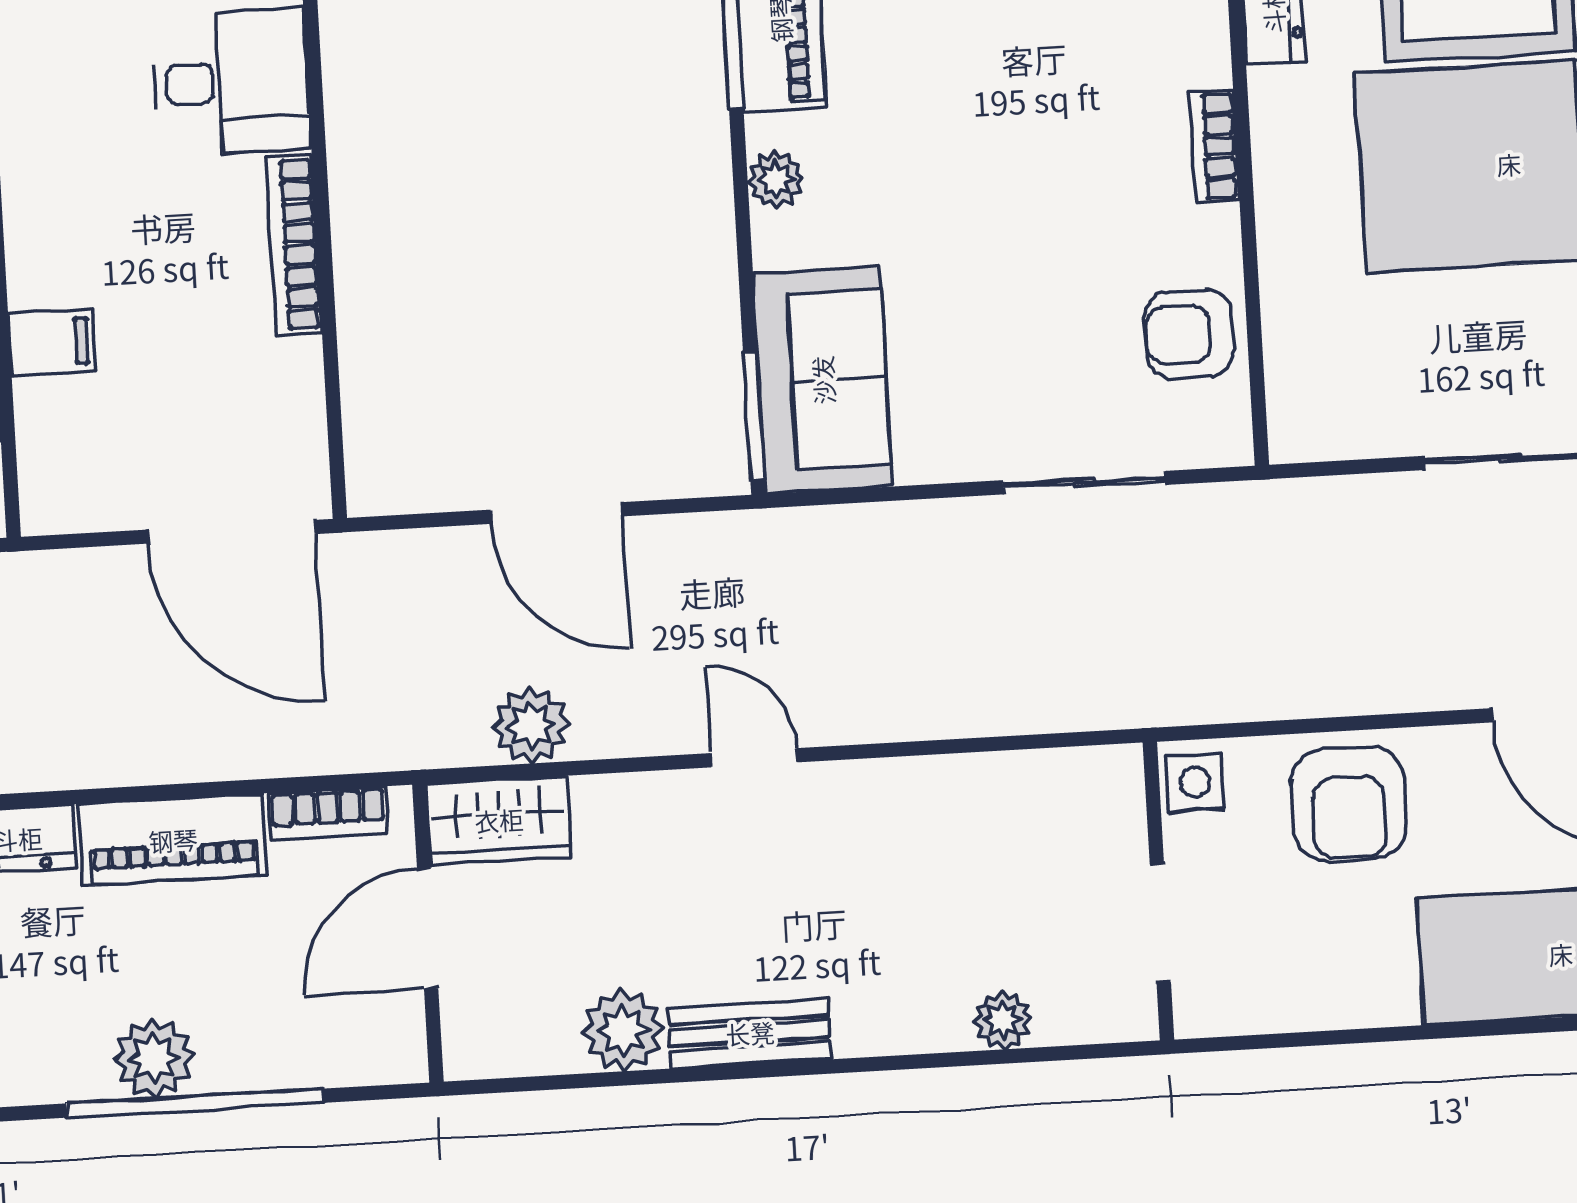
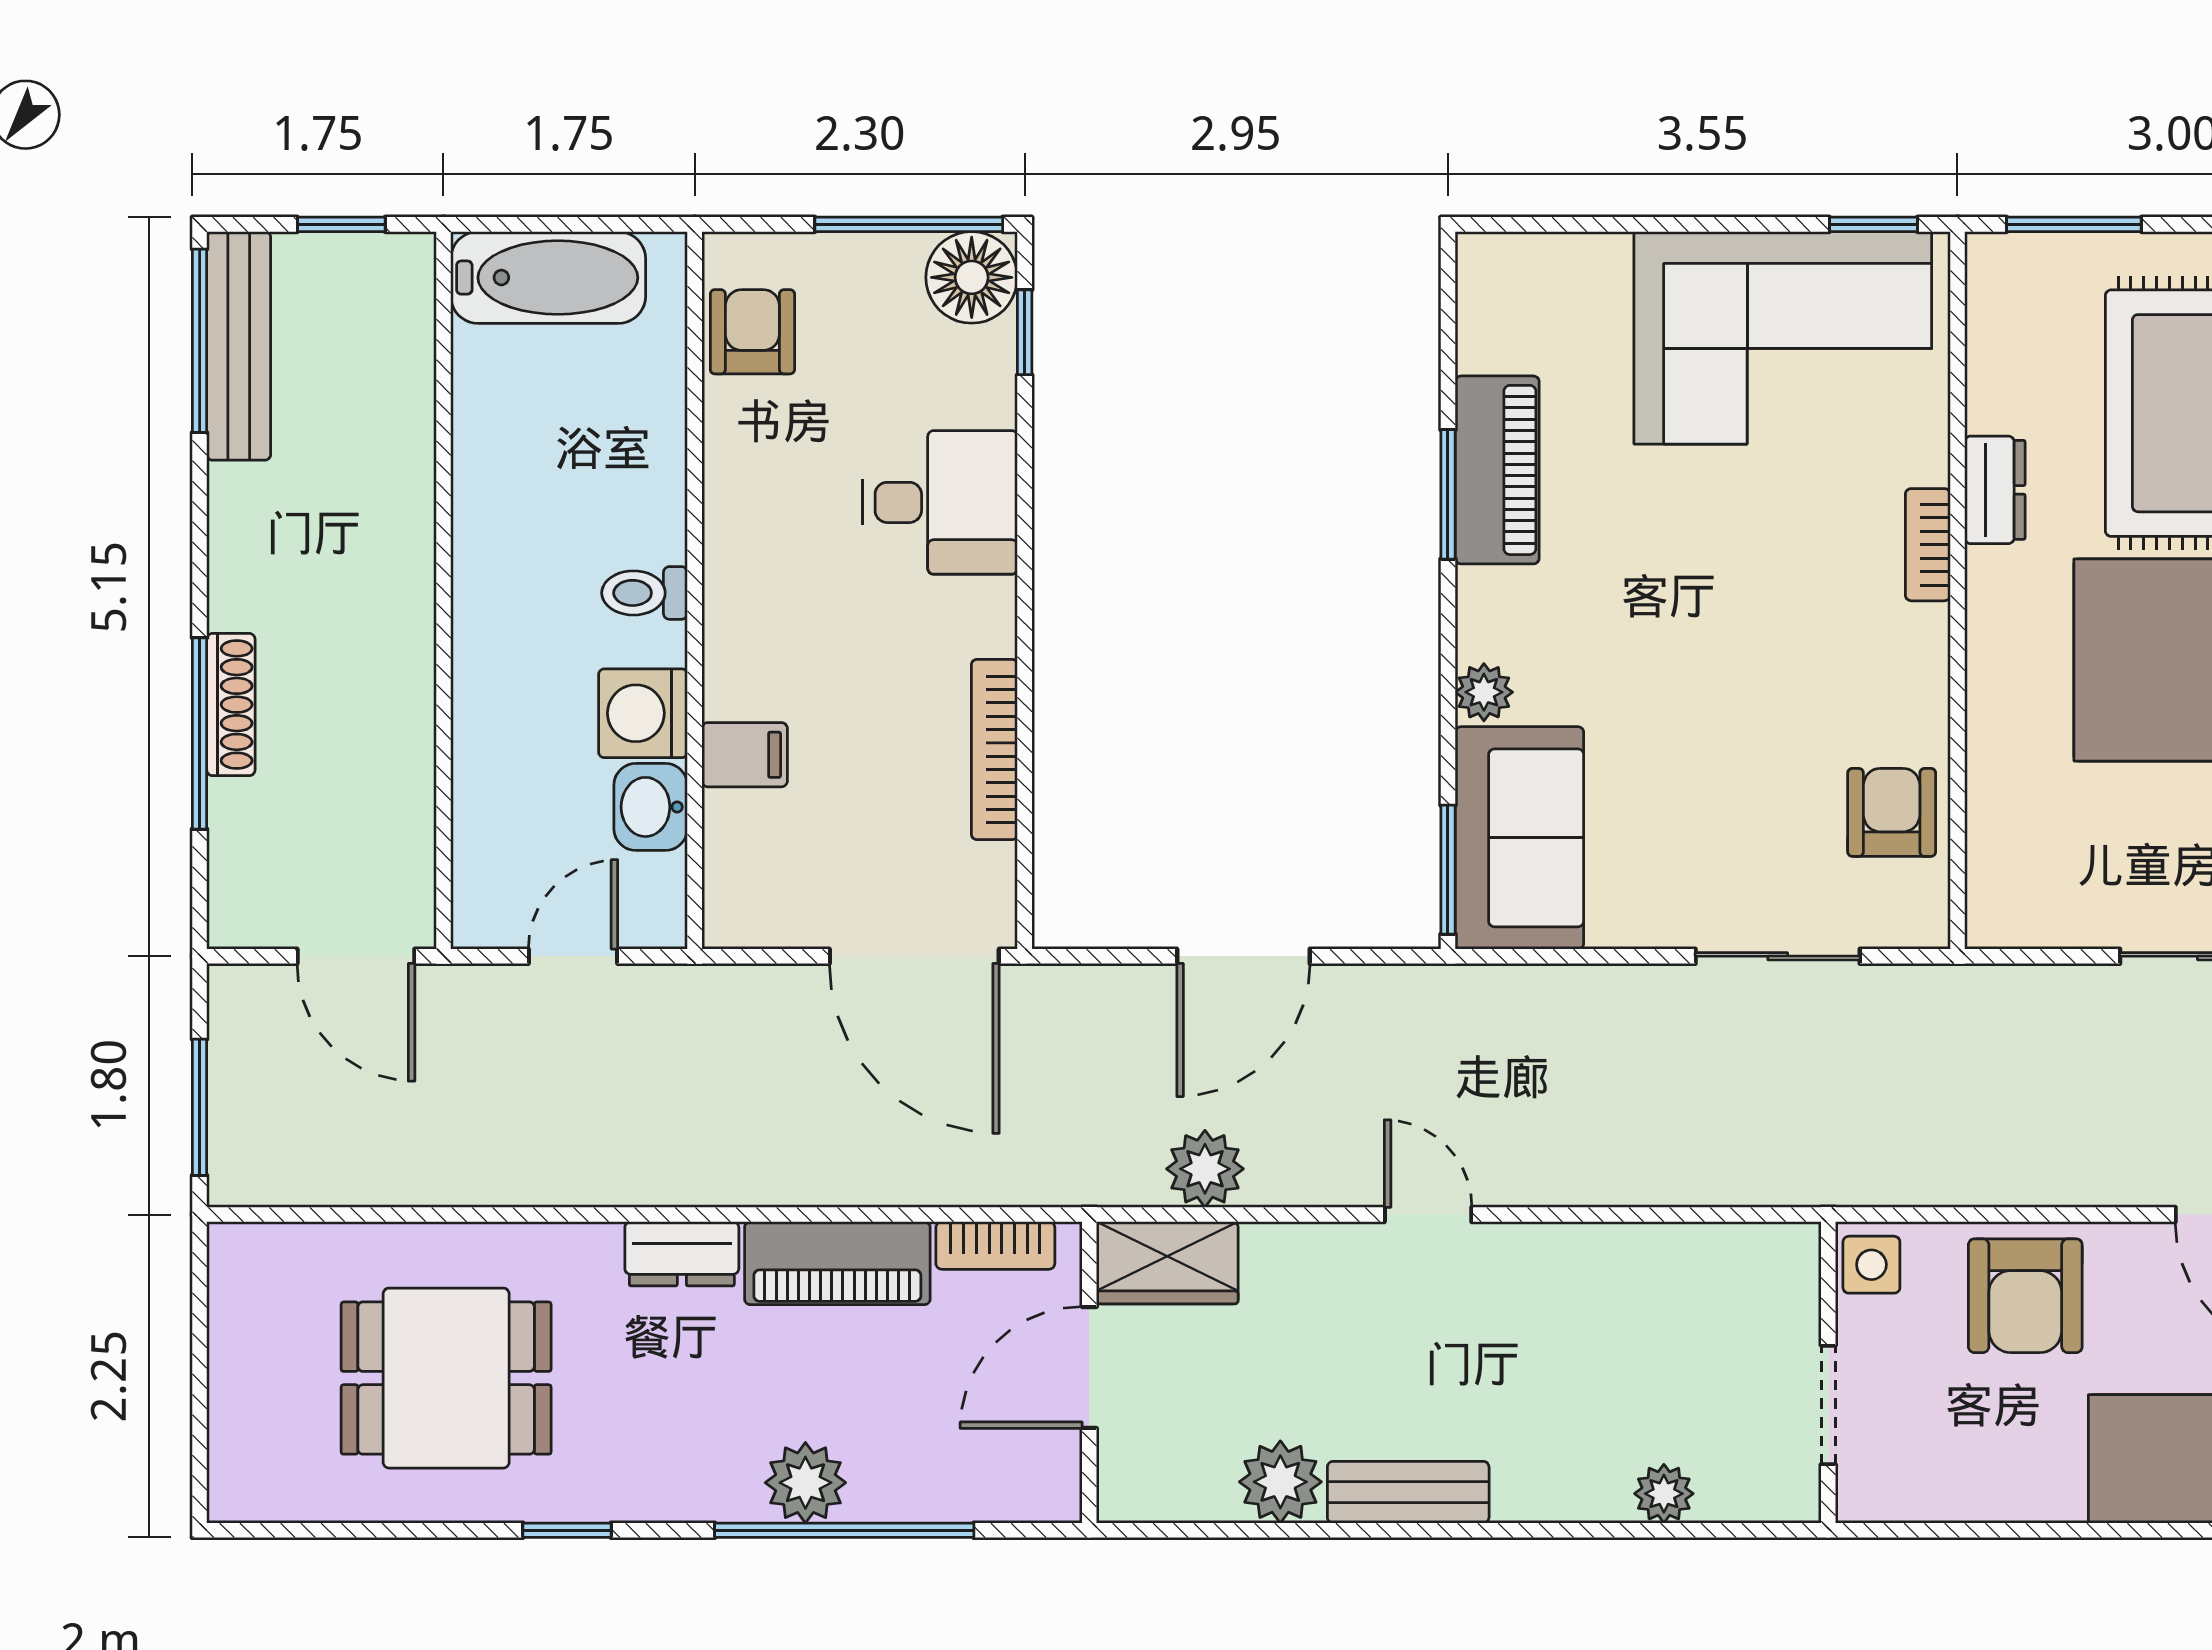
bookcase: (1214, 146) -> (1928, 545), moved
plant: (776, 180) -> (1484, 692), moved
bookcase: (294, 244) -> (994, 750), moved
armchair: (1189, 334) -> (1892, 812), turned 90
door: (557, 513) -> (1243, 956), hinge flipped

